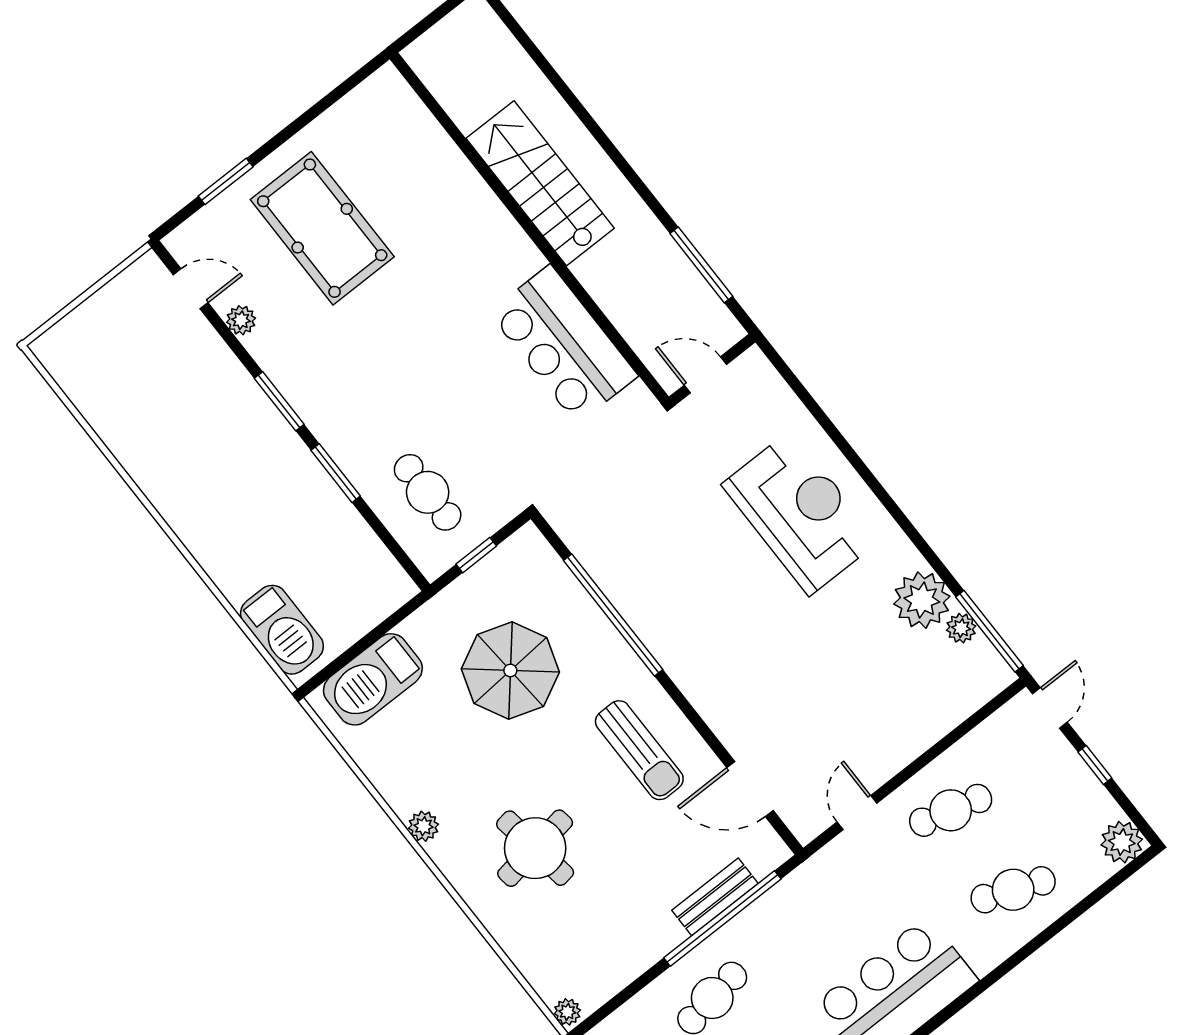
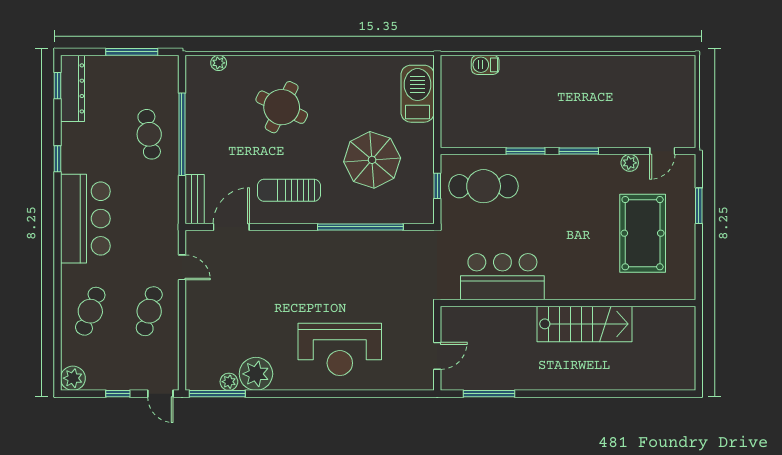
stairs: (540, 183) -> (585, 324), moved
pool table: (322, 228) -> (643, 233), turned 90
wall: (529, 228) -> (568, 303), moved
bar counter: (563, 344) -> (502, 277), moved
cafe table: (428, 492) -> (484, 186), width x1.37, depth x1.35
barbecue: (282, 630) -> (485, 65), width x0.53, depth x0.65
plant: (423, 826) -> (332, 64), removed
round table: (535, 848) -> (282, 107), turned 34
bench: (715, 897) -> (195, 199), moved
window: (722, 918) -> (182, 134), moved
plant: (567, 1012) -> (219, 63), moved

